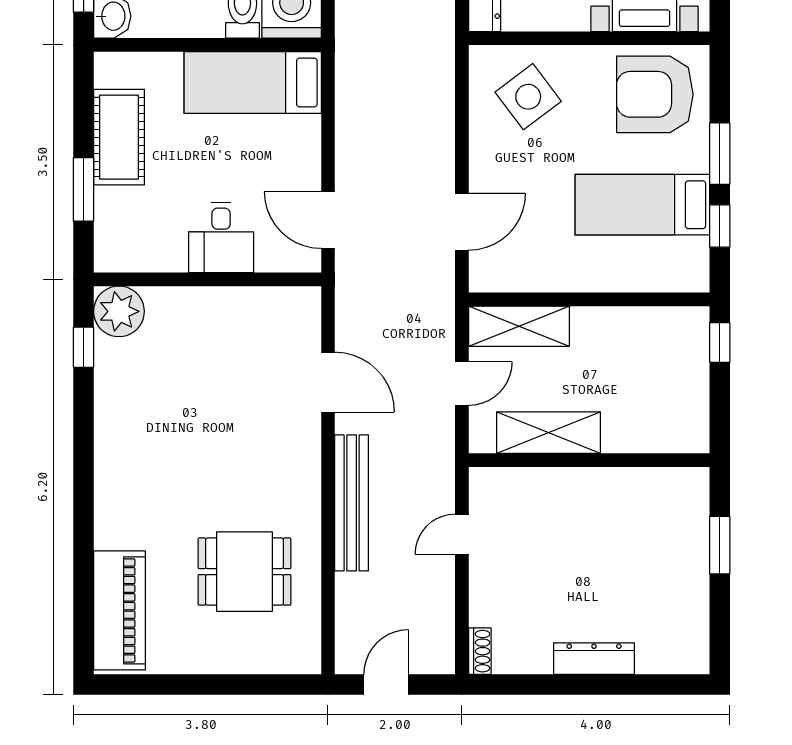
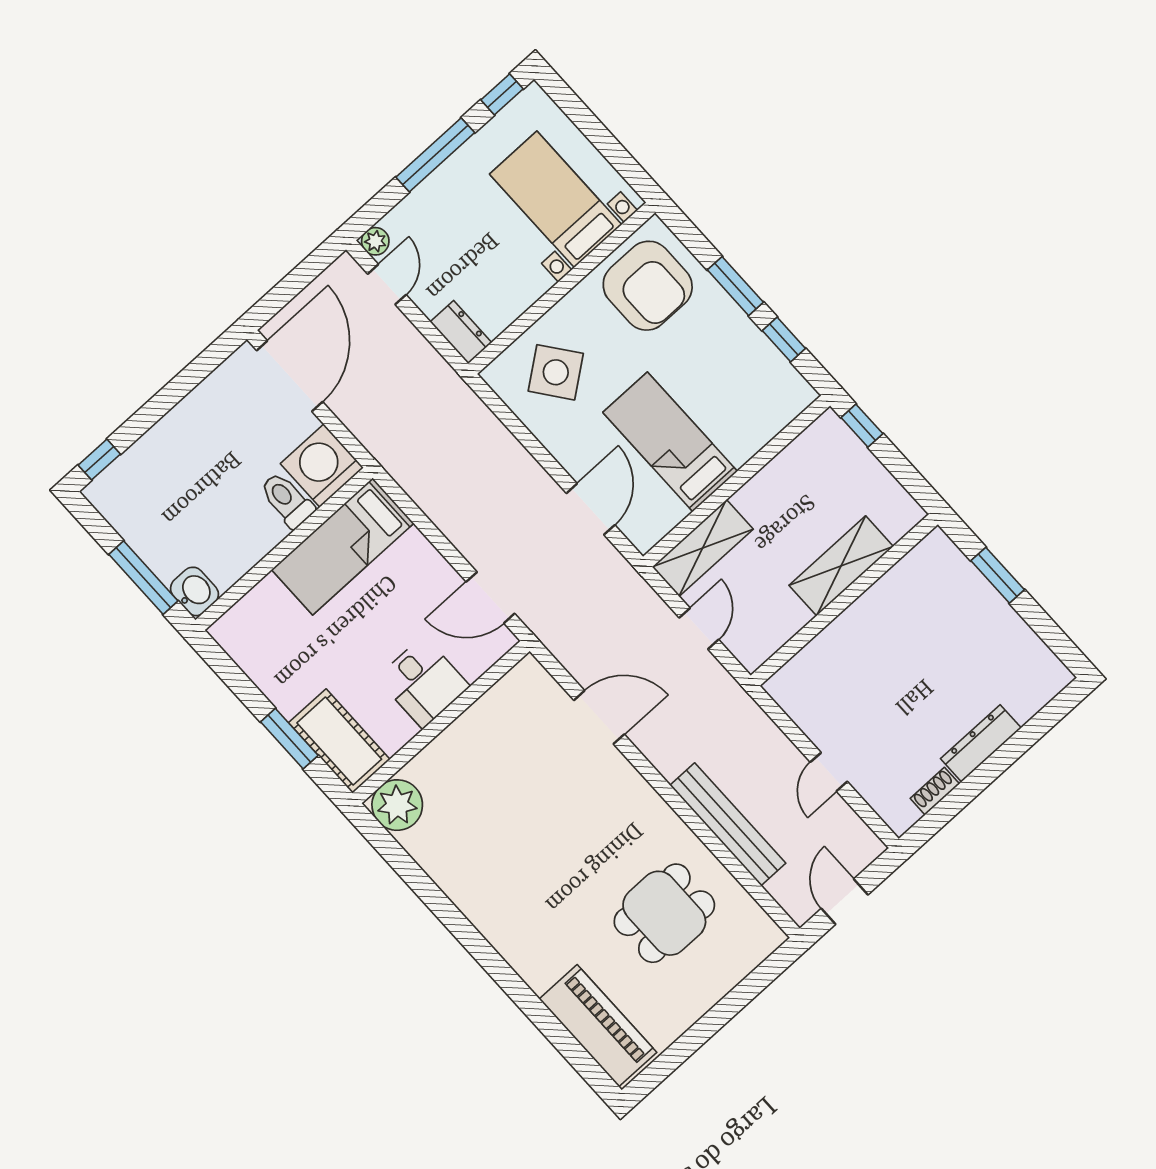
armchair: (655, 94) -> (648, 286), turned -90
cot: (119, 137) -> (339, 741), moved
bed: (642, 205) -> (670, 442), moved, turned 90
window: (84, 347) -> (395, 855), removed
shelving: (549, 433) -> (841, 566), moved
bench: (352, 503) -> (728, 824), moved
door: (462, 534) -> (829, 772), moved
shoe rack: (480, 651) -> (935, 791), moved, turned -90

